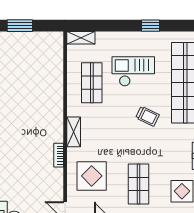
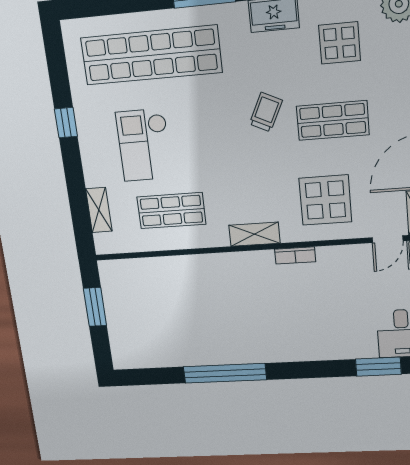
window: (20, 26) -> (95, 307), moved
shelving: (81, 38) -> (99, 210), moved
trolley: (147, 116) -> (266, 112), moved

